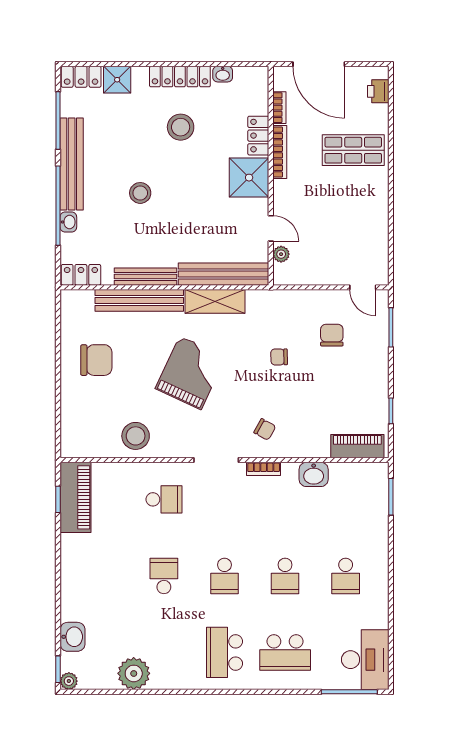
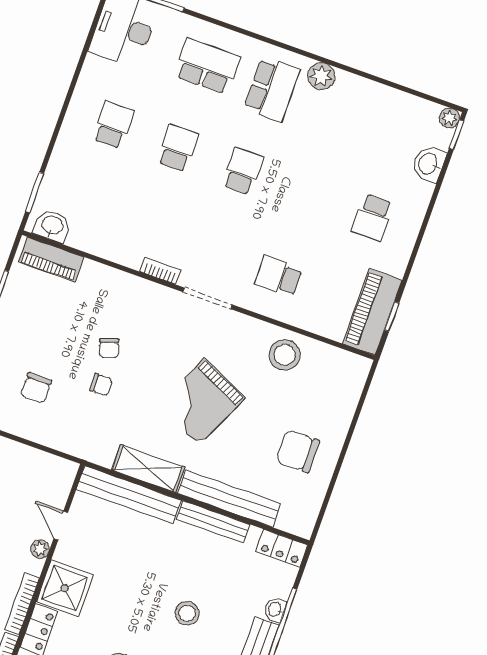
plant: (281, 254) -> (40, 549), moved
chair: (265, 429) -> (109, 348), moved, turned -137
washbasin: (314, 474) -> (52, 226), moved
school desk: (164, 576) -> (372, 217), moved
plant: (134, 673) -> (321, 76), moved, width x0.73, depth x0.73

